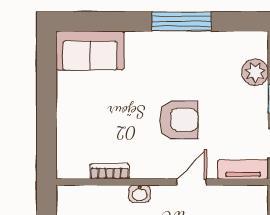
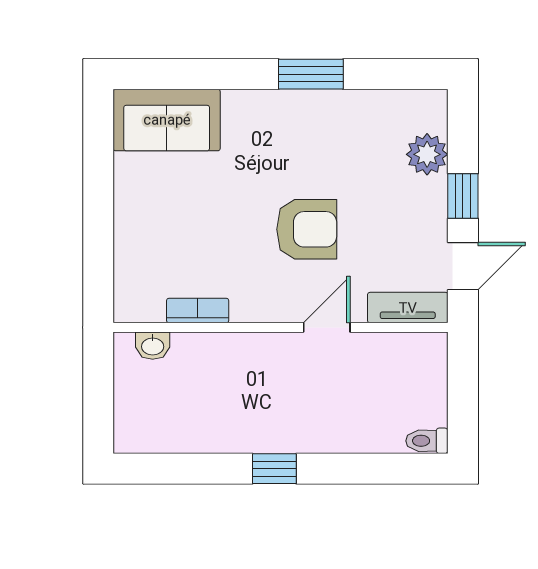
window: (182, 21) -> (311, 74), width x0.69
washbasin: (140, 194) -> (153, 346), moved

